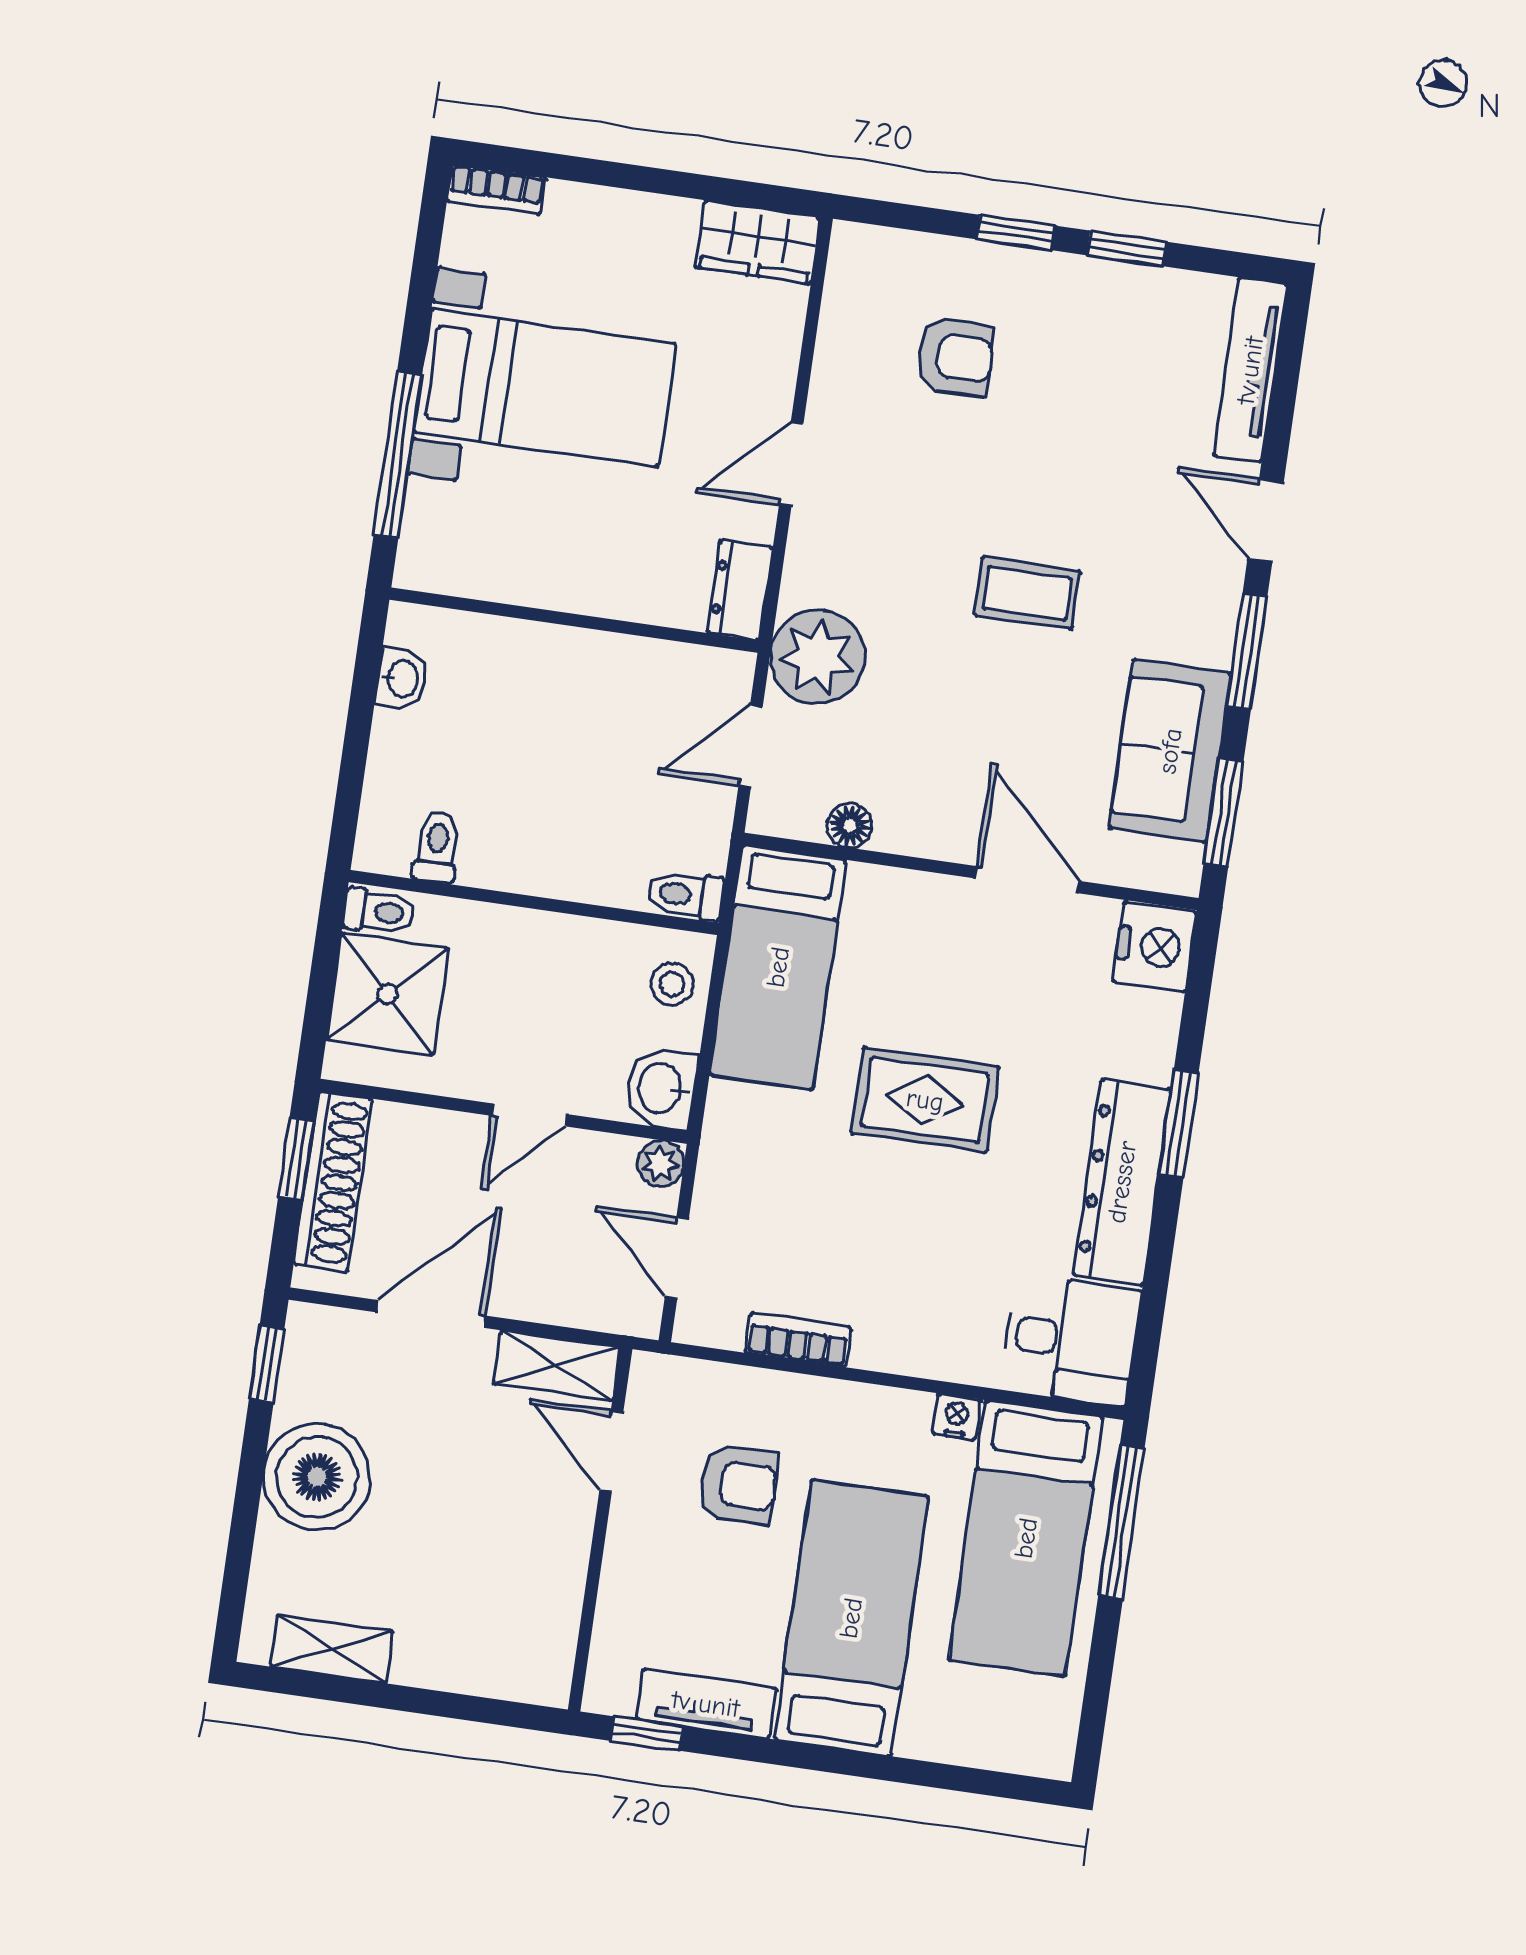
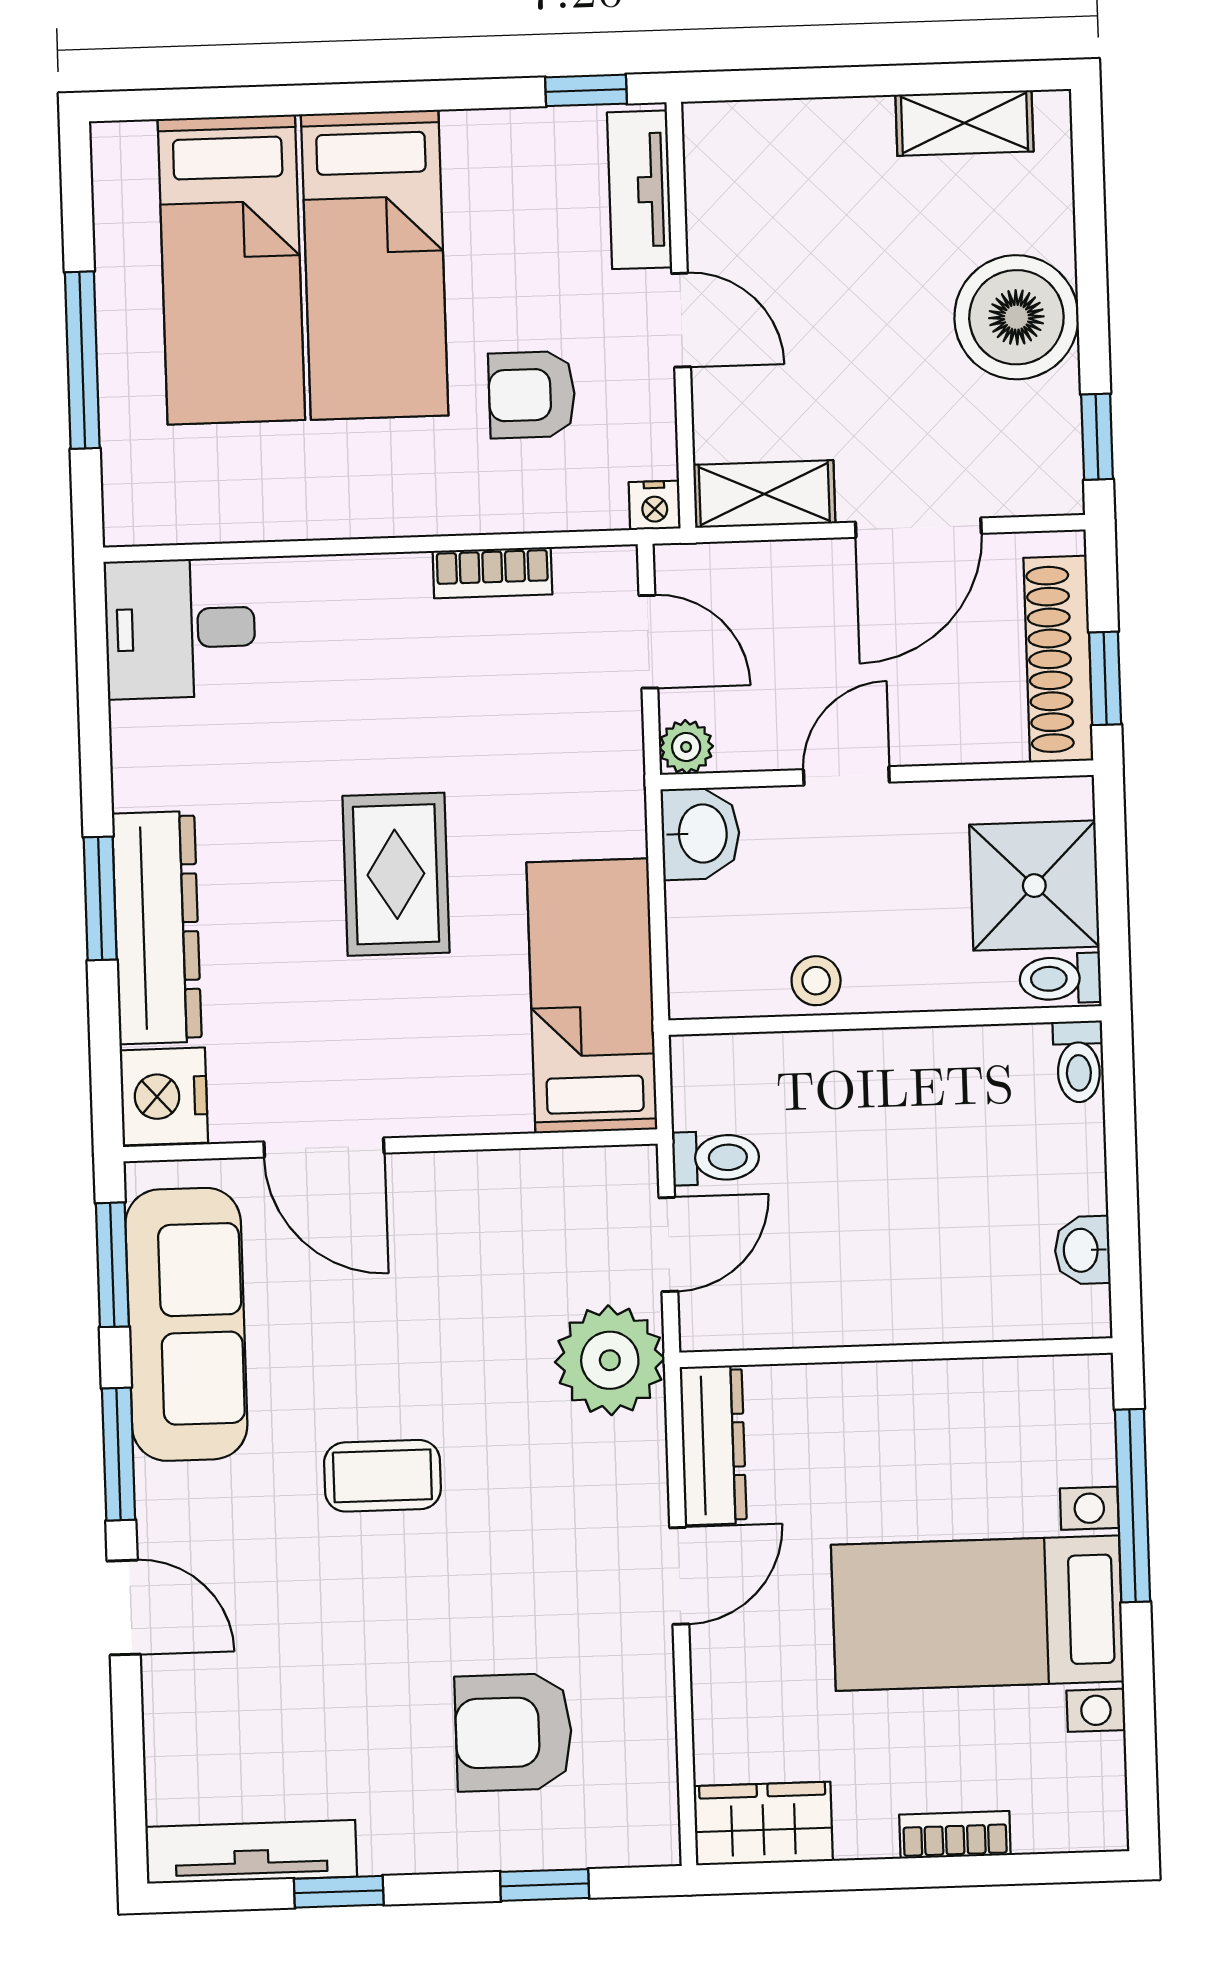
bookcase: (496, 189) -> (955, 1835), moved
window: (1016, 233) -> (545, 1885), moved
armchair: (955, 357) -> (514, 1732), width x1.38, depth x1.38
tv unit: (1250, 370) -> (251, 1852), moved, turned -90
dresser: (740, 590) -> (713, 1445), width x1.44
sofa: (1170, 751) -> (186, 1324), width x1.36
floor lamp: (850, 825) -> (538, 1173), removed
toilet: (437, 847) -> (1079, 1062), moved
toilet: (685, 895) -> (716, 1158), moved
stool: (672, 984) -> (816, 981), moved
rug: (925, 1100) -> (396, 874), turned 90
dresser: (1122, 1182) -> (157, 928), moved
nightstand: (957, 1417) -> (655, 505), moved
door: (611, 1452) -> (681, 320), moved
window: (1121, 1522) -> (82, 360), moved
bed: (1026, 1538) -> (231, 270), moved, turned 180
tv unit: (706, 1704) -> (640, 190), moved, turned 90

